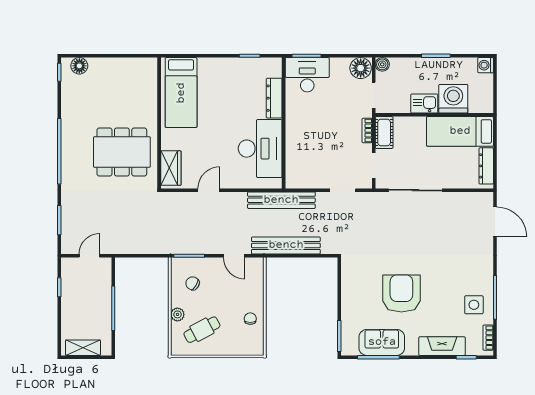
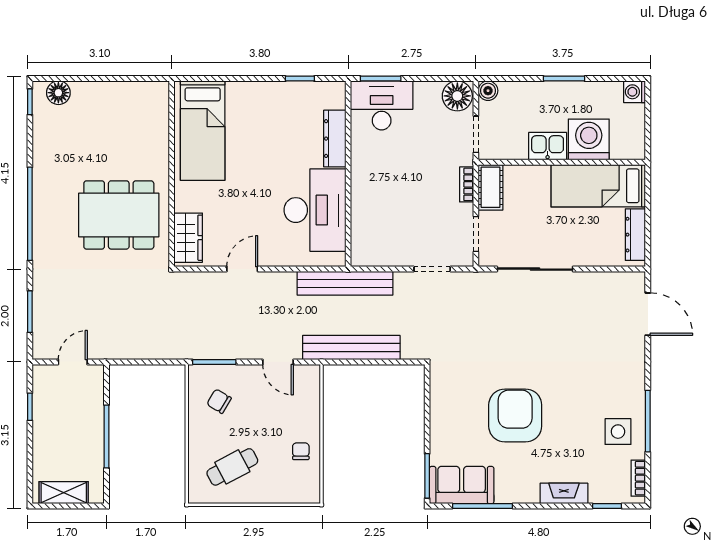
plant: (177, 314) -> (198, 445), removed
sofa: (382, 342) -> (462, 485), moved
fireplace: (442, 346) -> (564, 493), width x0.73, depth x0.76

